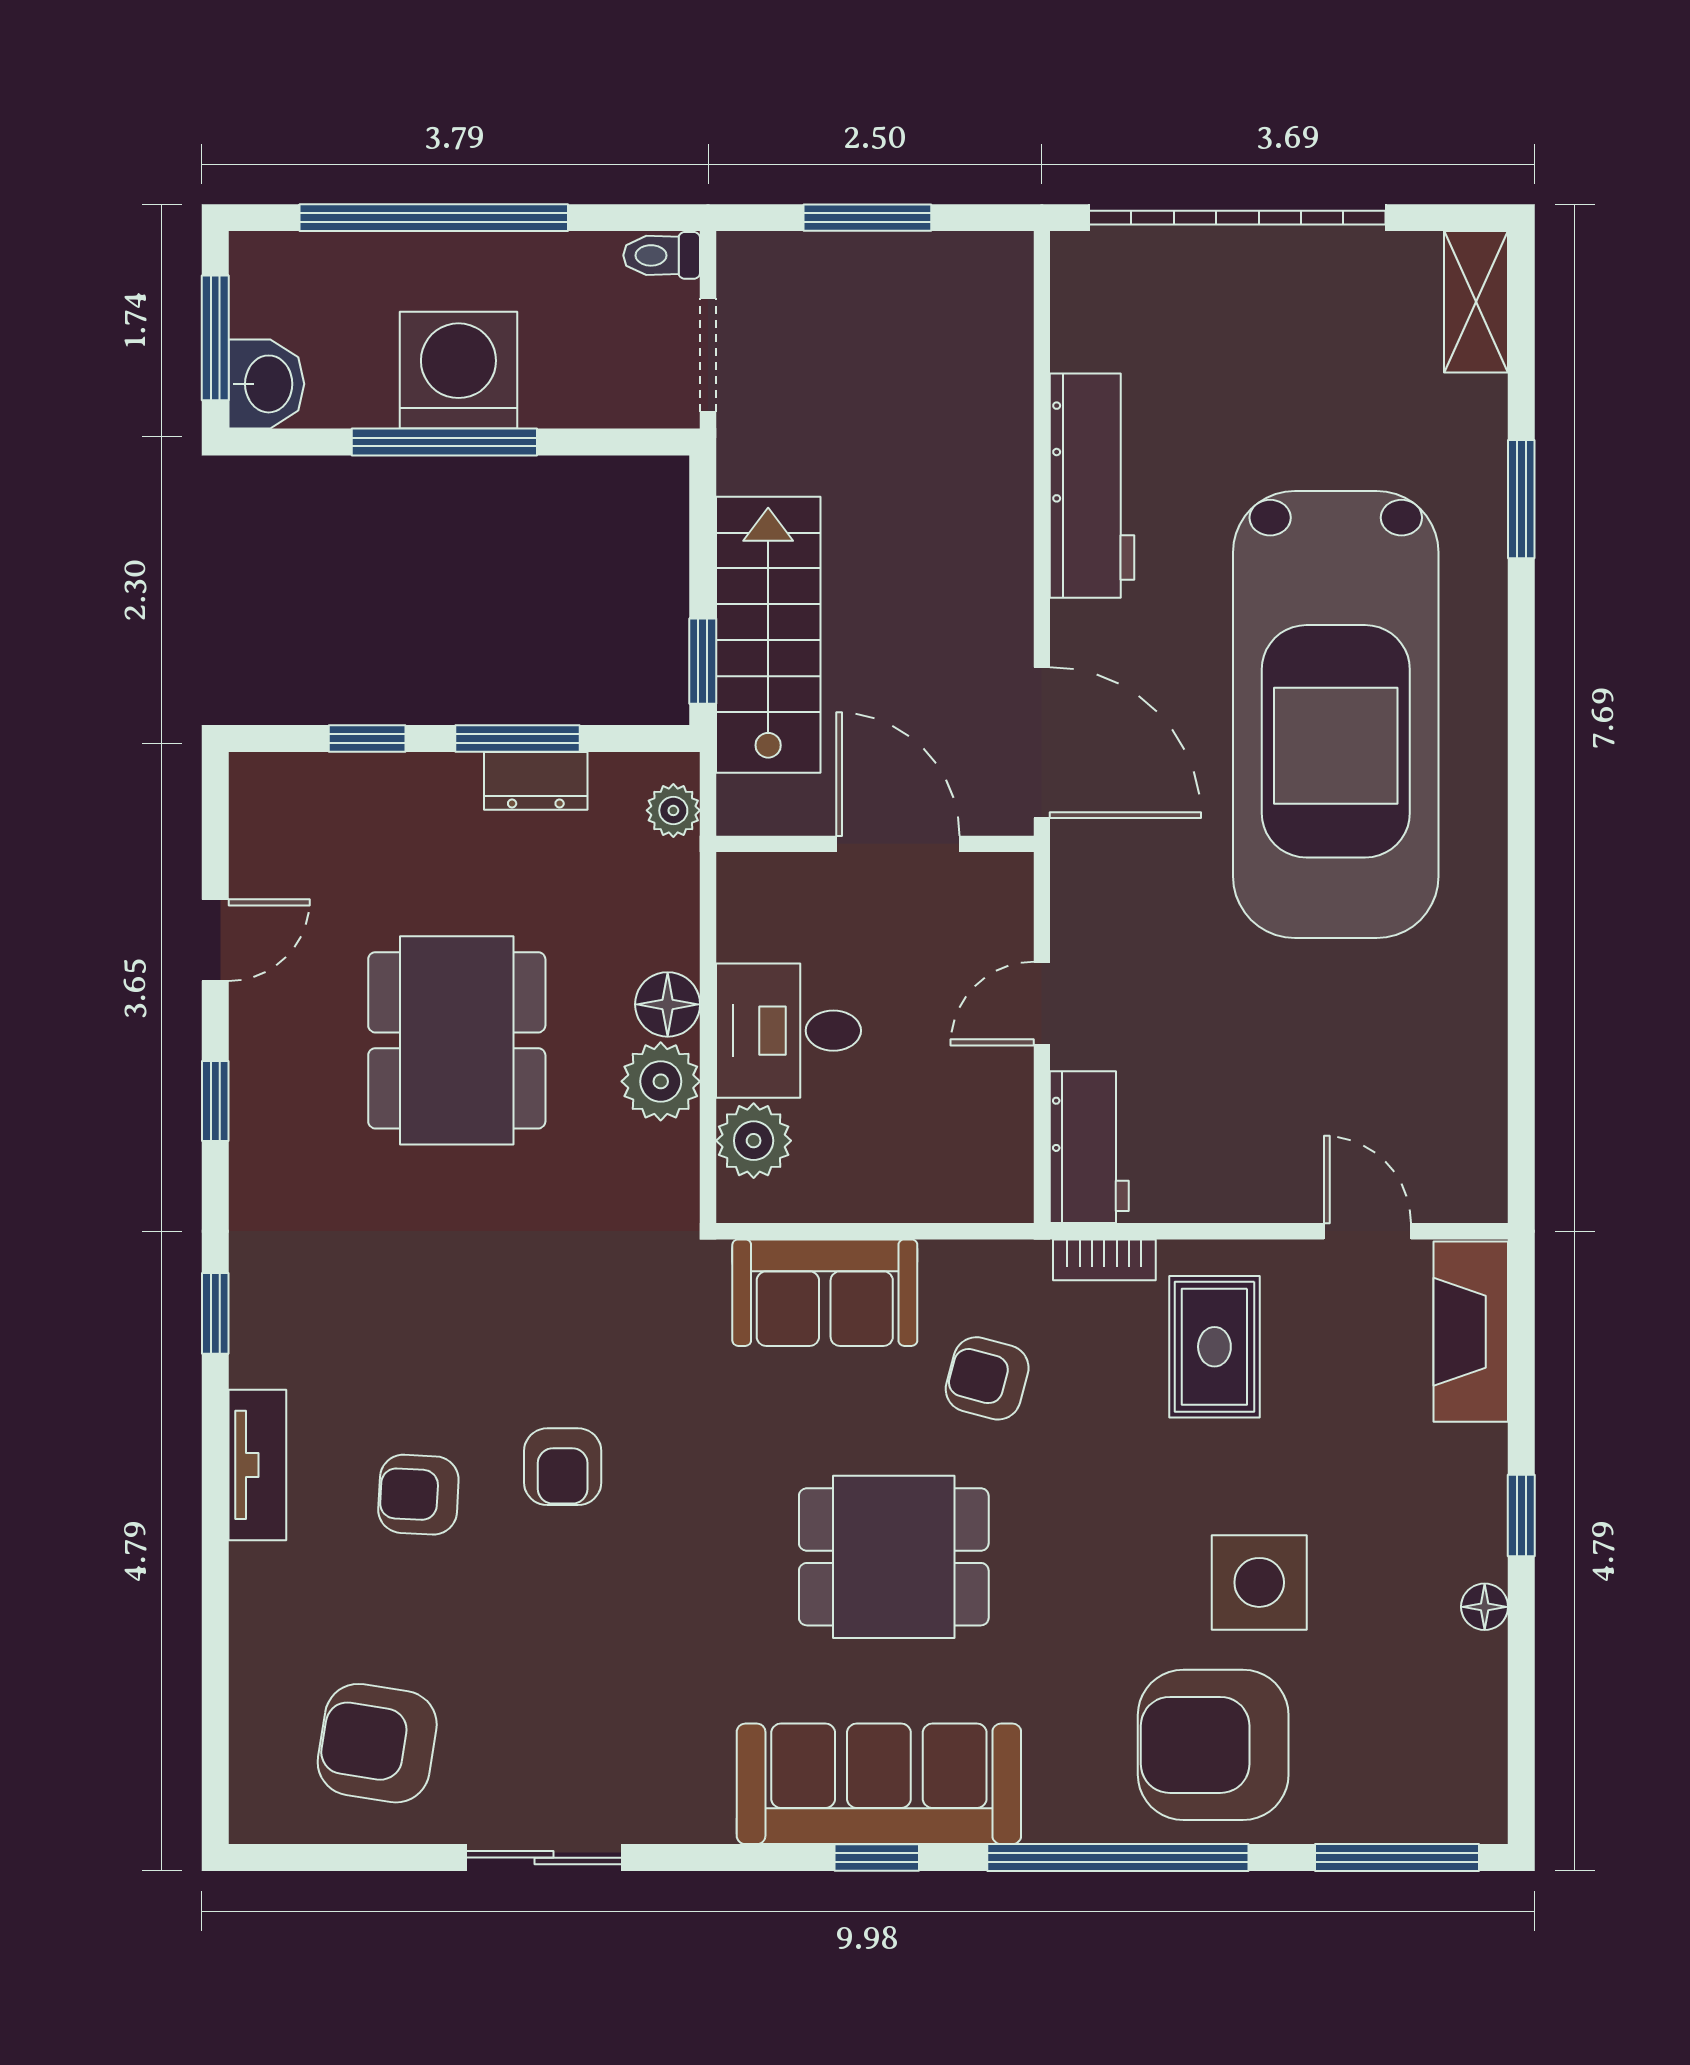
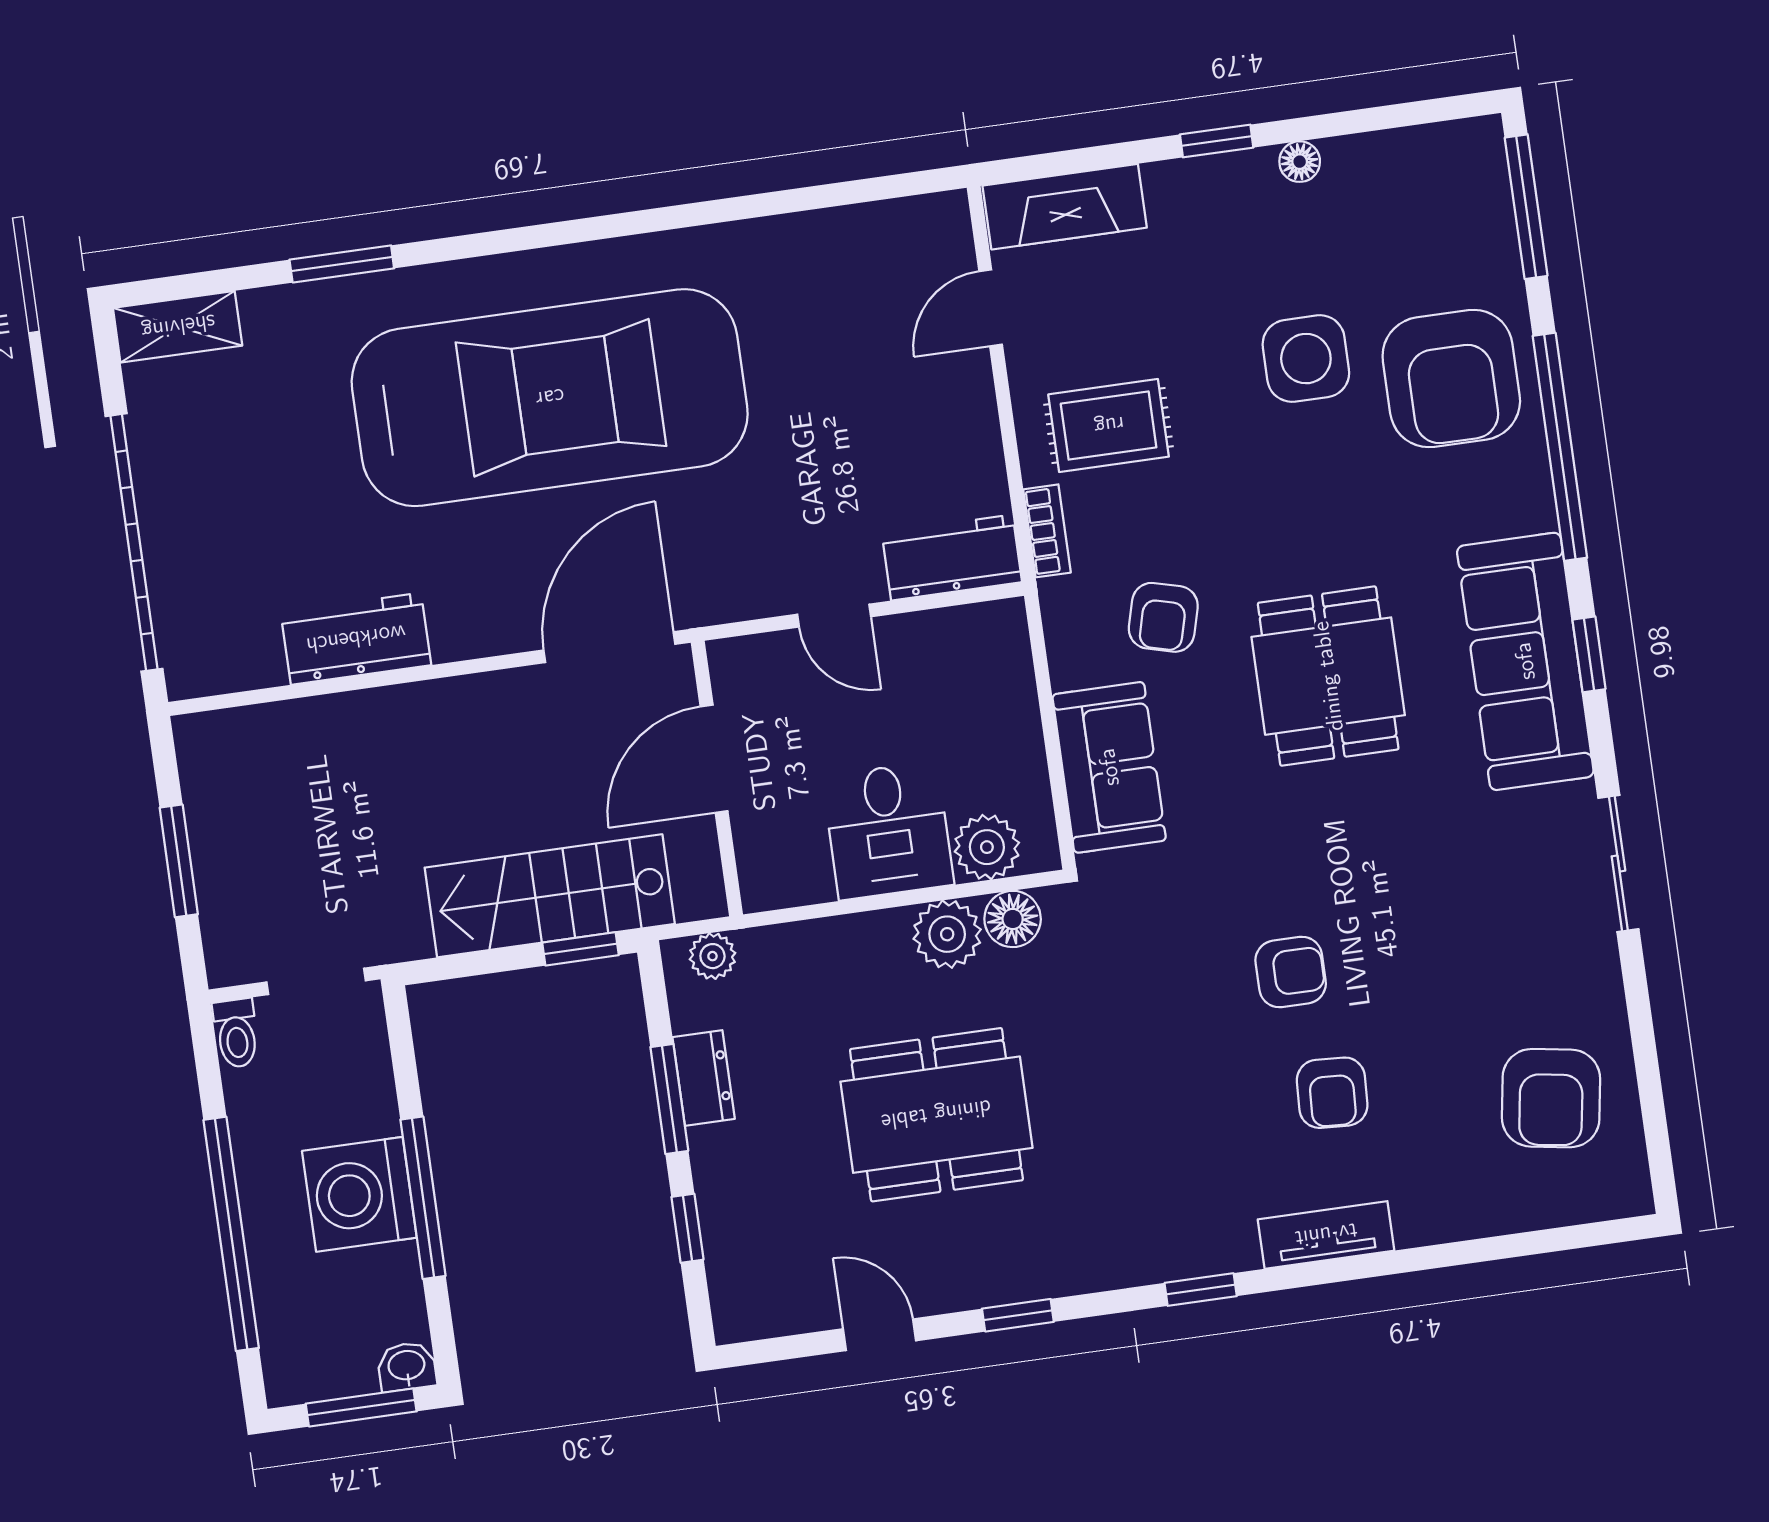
washbasin: (266, 384) -> (407, 1366), width x0.72, depth x0.69
workbench: (1092, 486) -> (356, 639), width x0.73
floor lamp: (668, 1004) -> (1013, 919), moved
sliding door: (544, 1858) -> (1618, 864), moved

